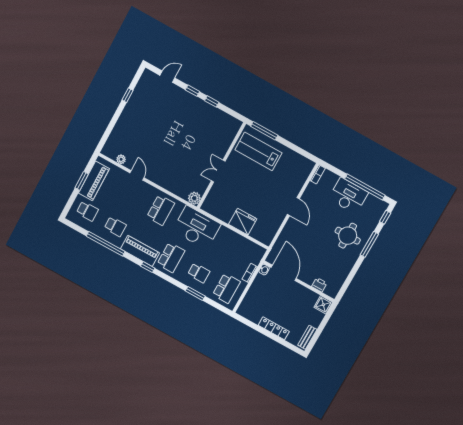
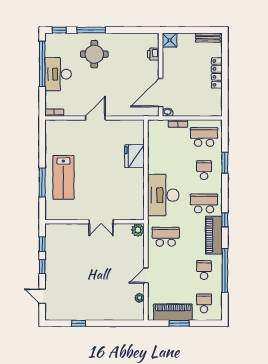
wall: (221, 166) -> (95, 222), moved
double door: (218, 171) -> (101, 222), moved
plant: (194, 198) -> (138, 230), moved

